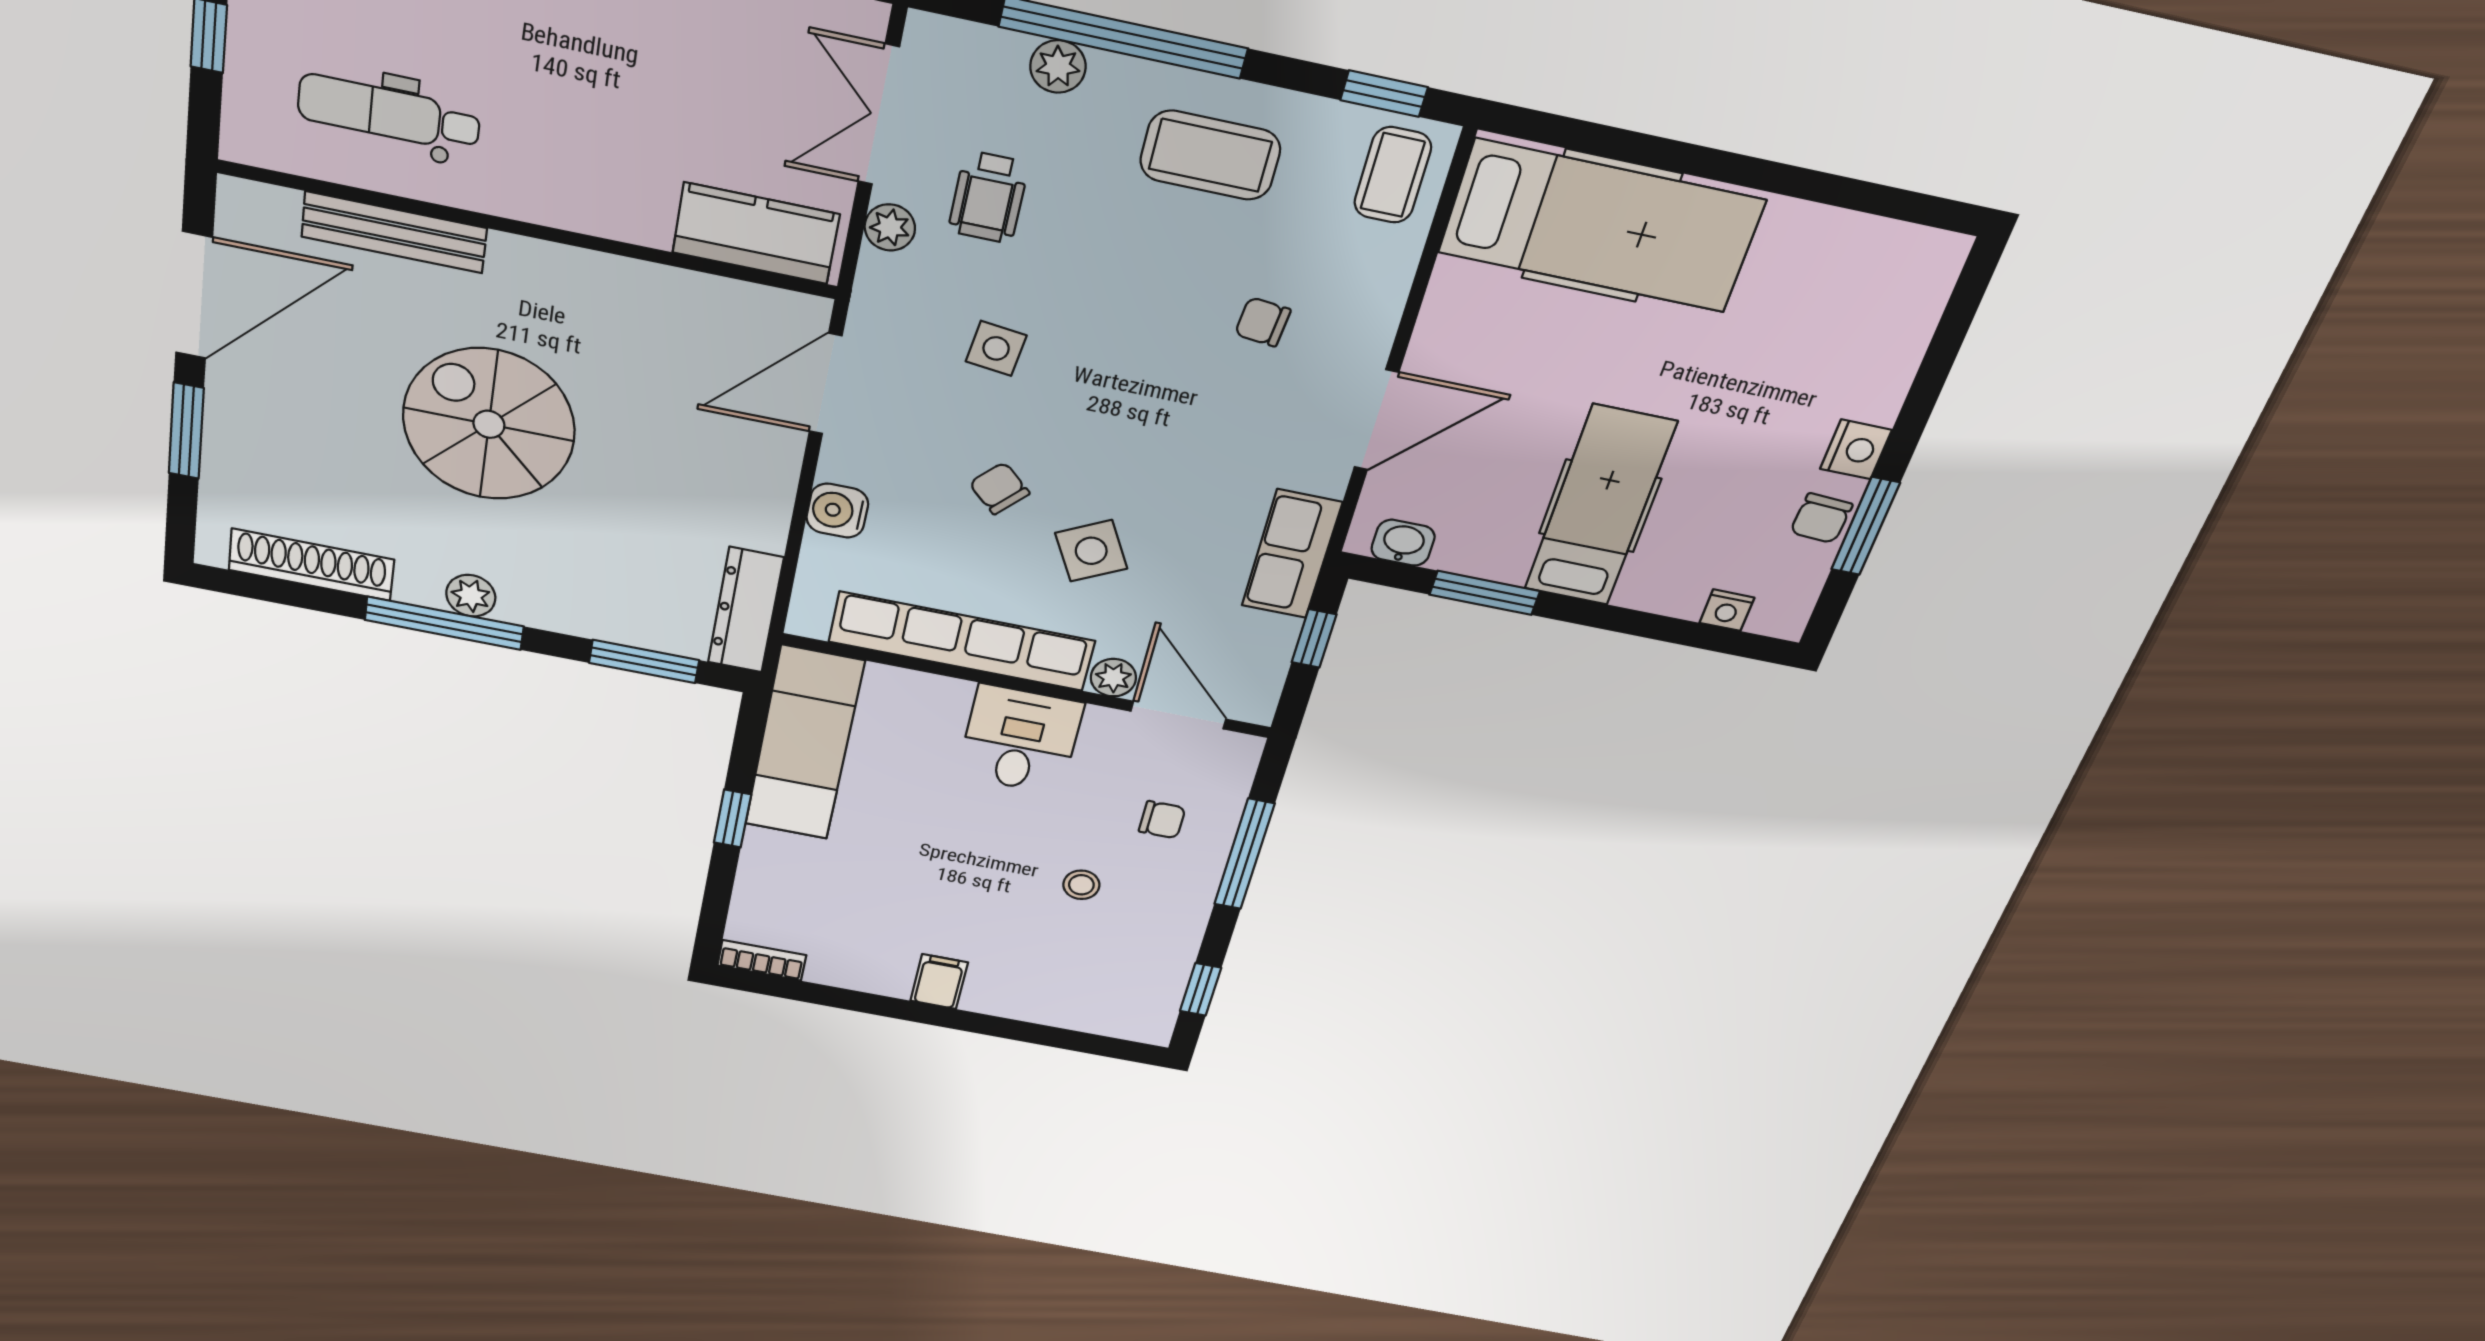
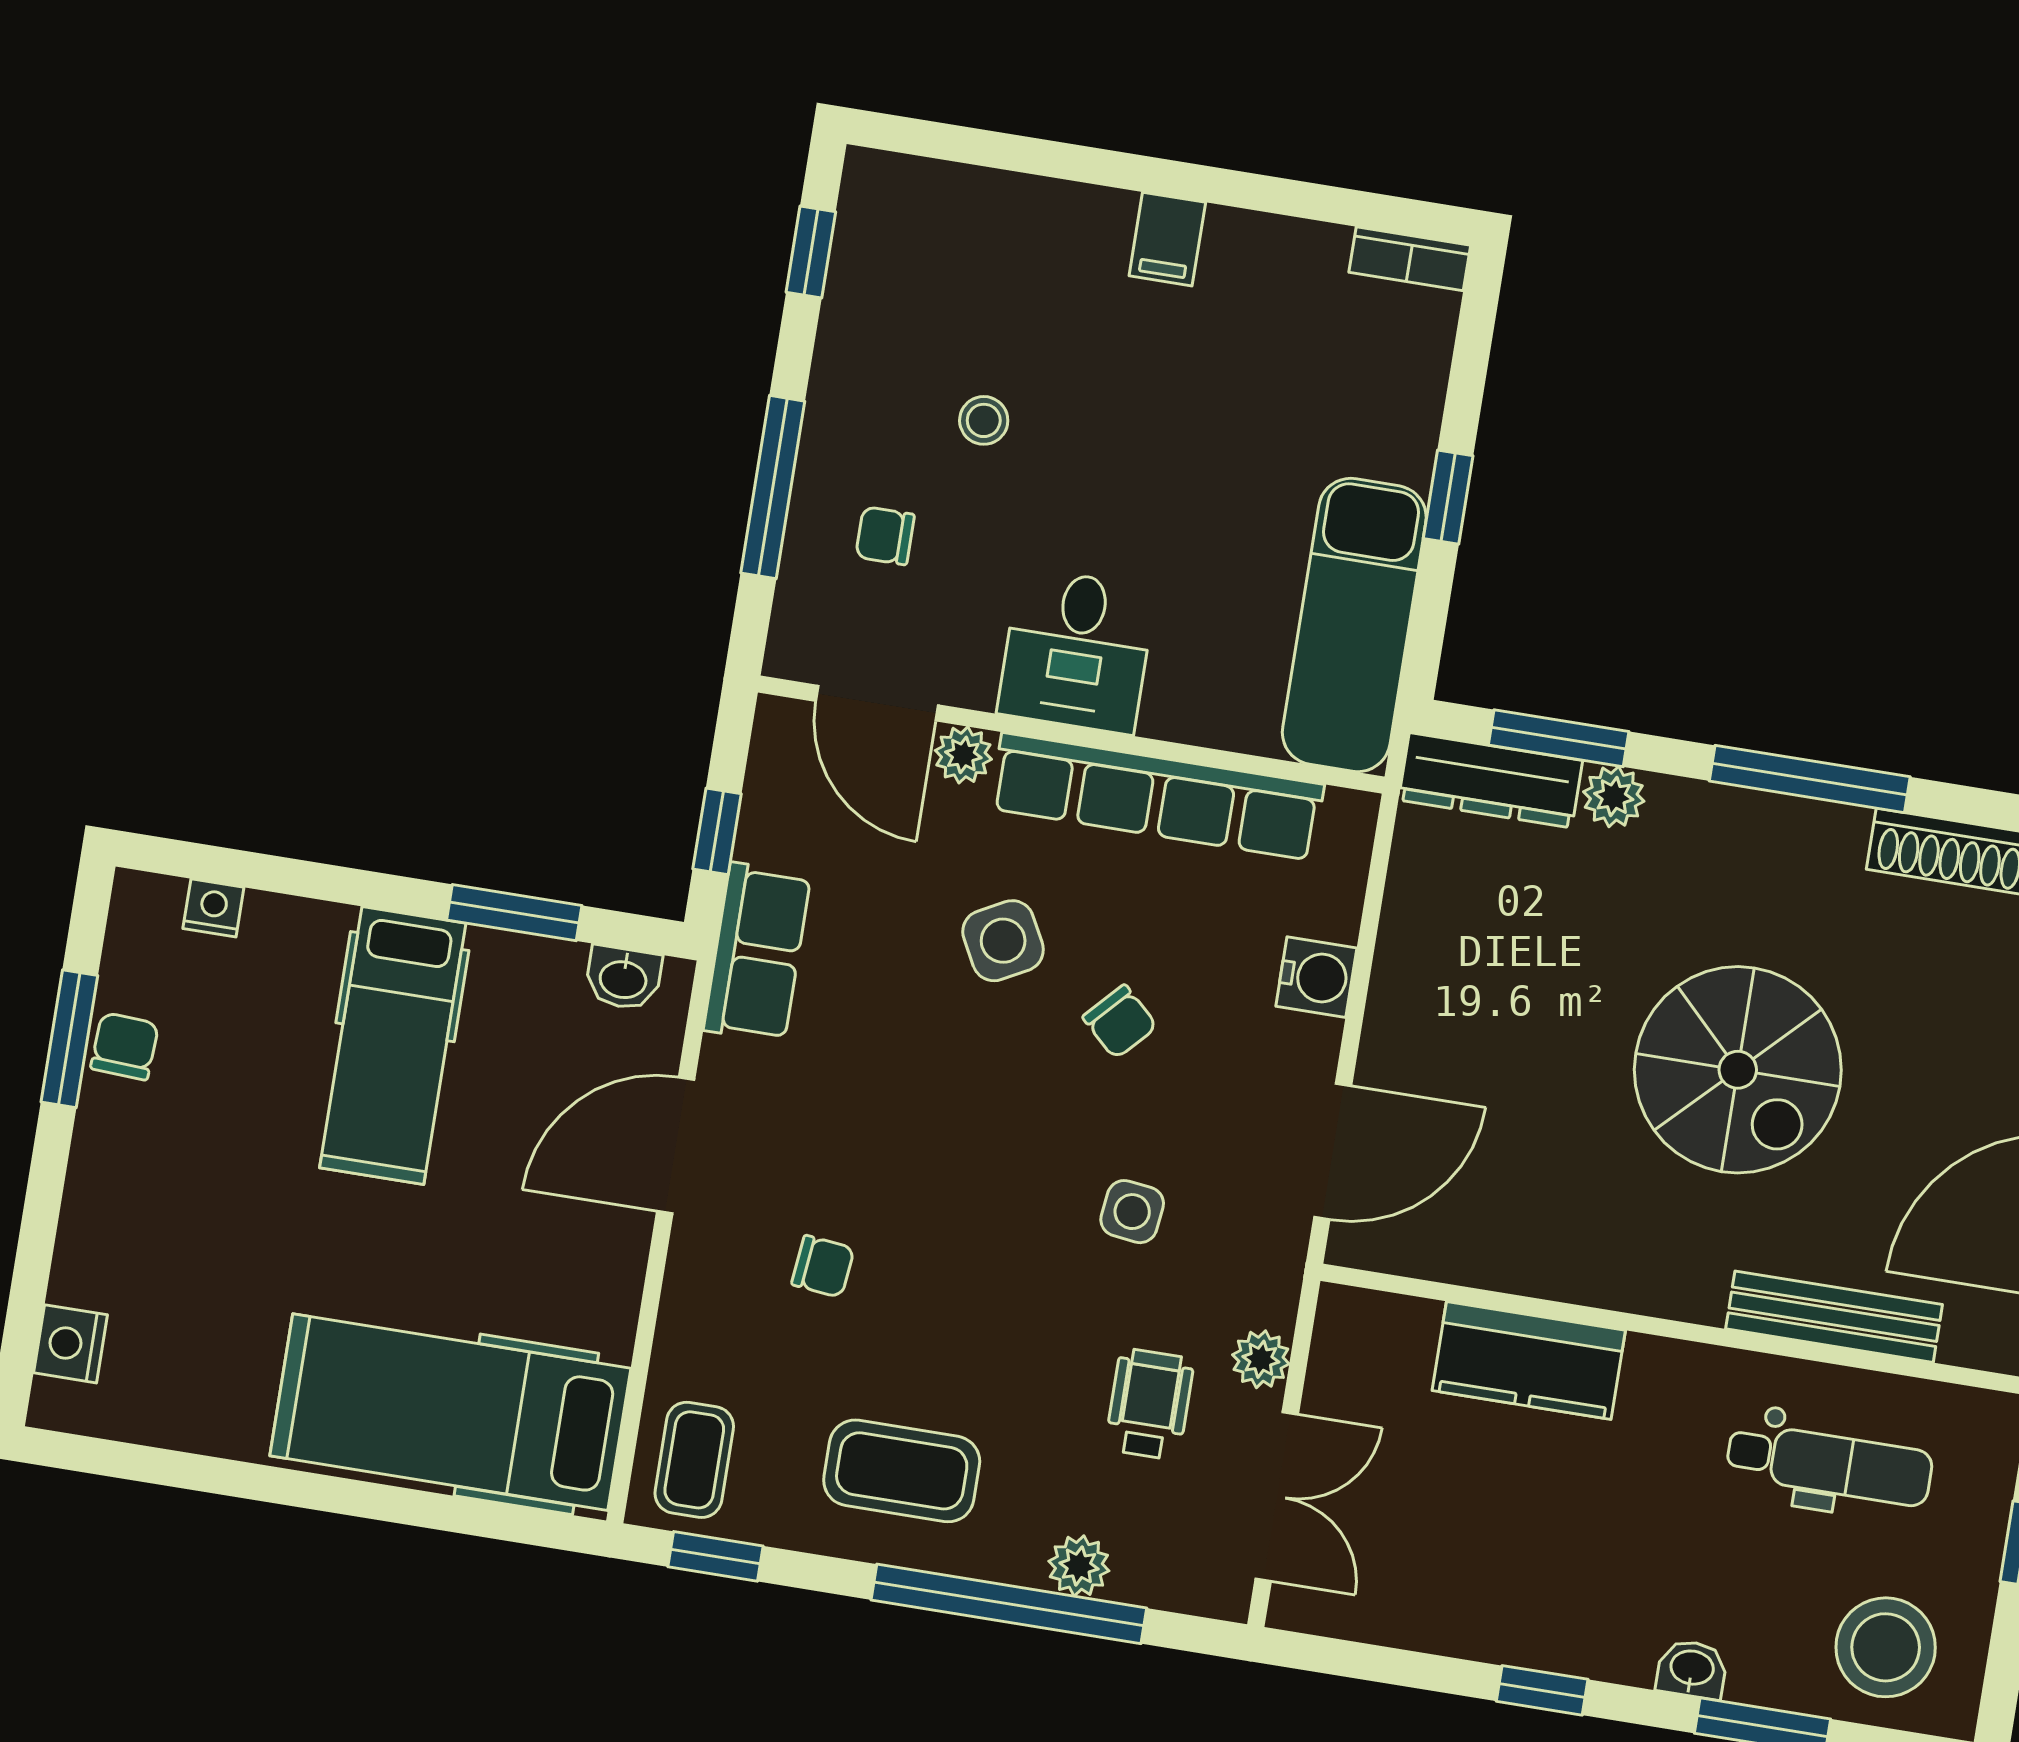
kitchen counter: (756, 233) -> (1529, 1360), moved
nightstand: (1856, 449) -> (71, 1344), moved
plant: (471, 596) -> (1614, 797), moved
dresser: (746, 610) -> (1490, 780), moved, turned 90

